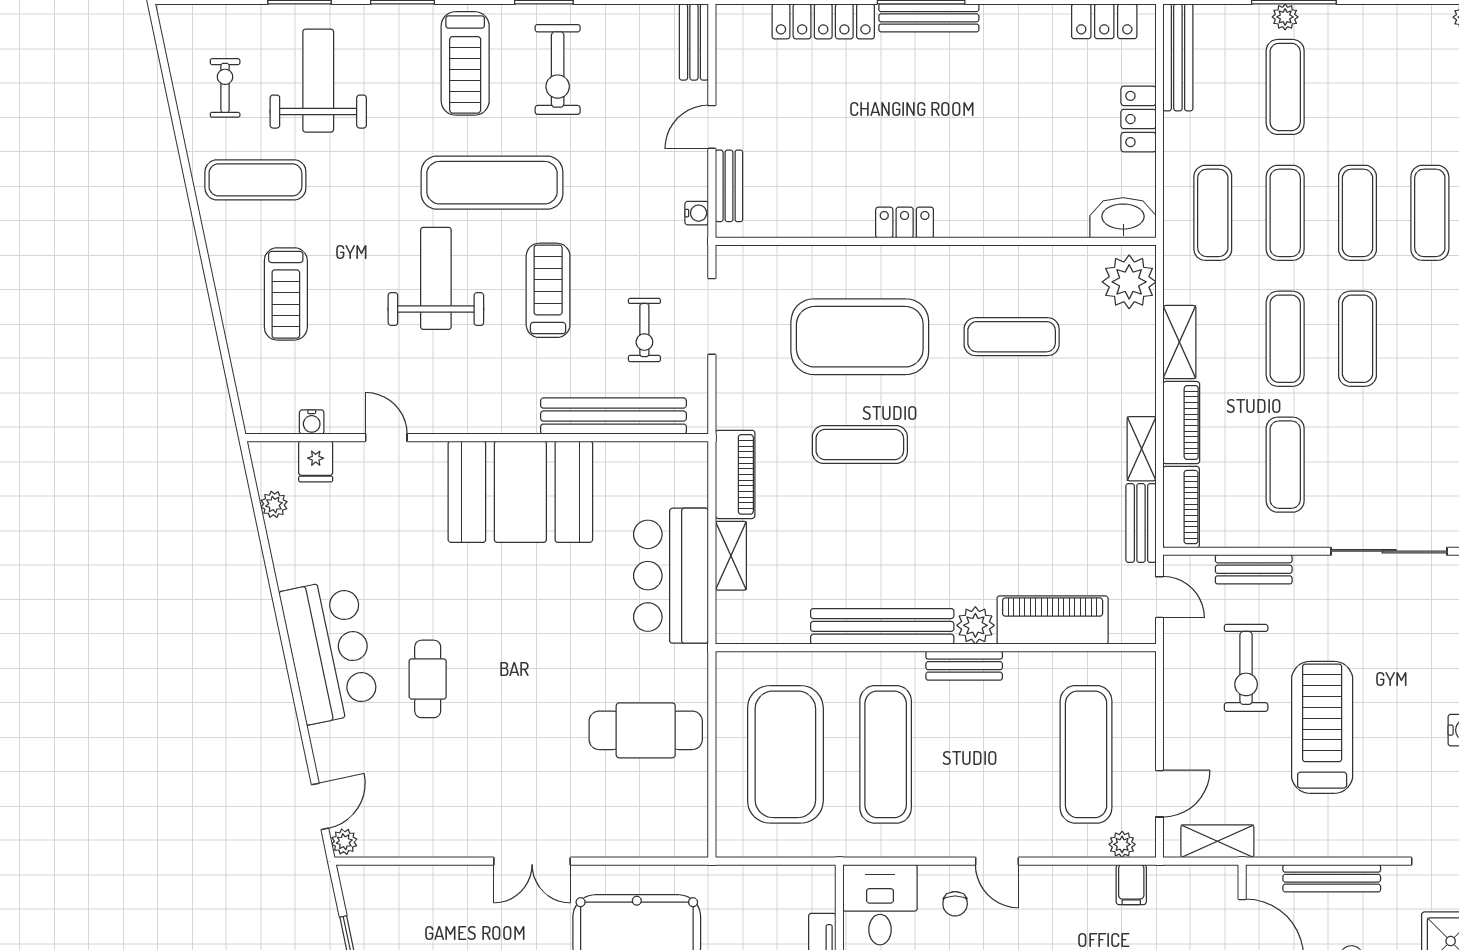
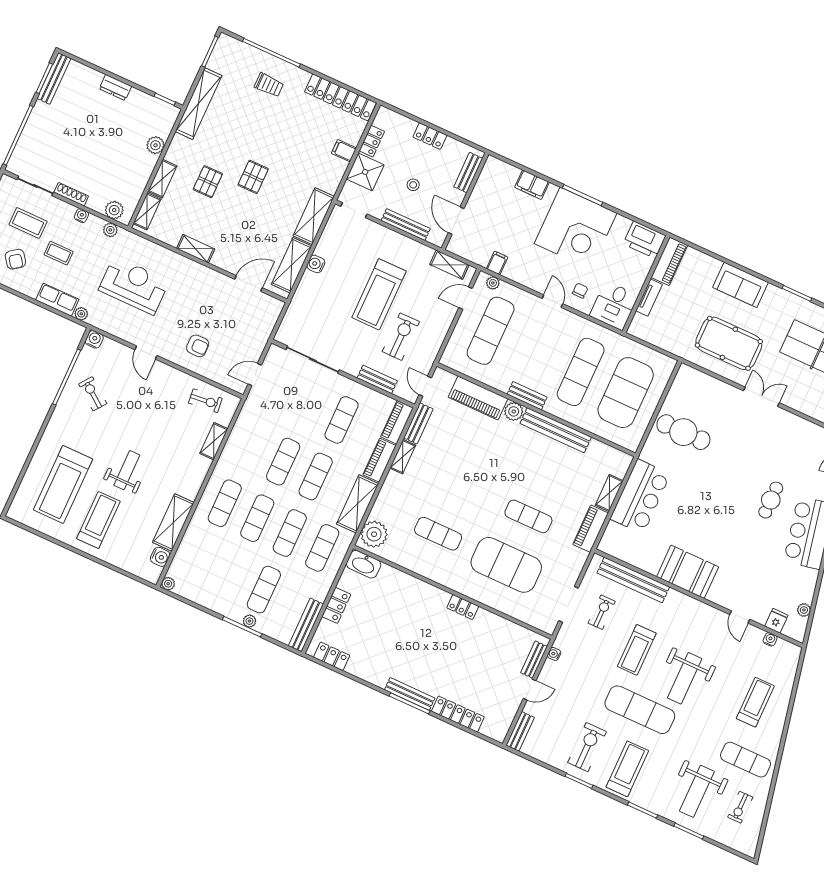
shelving: (1179, 342) -> (358, 504), width x1.50, depth x1.33
booth: (520, 492) -> (688, 572), width x0.73, depth x0.70

